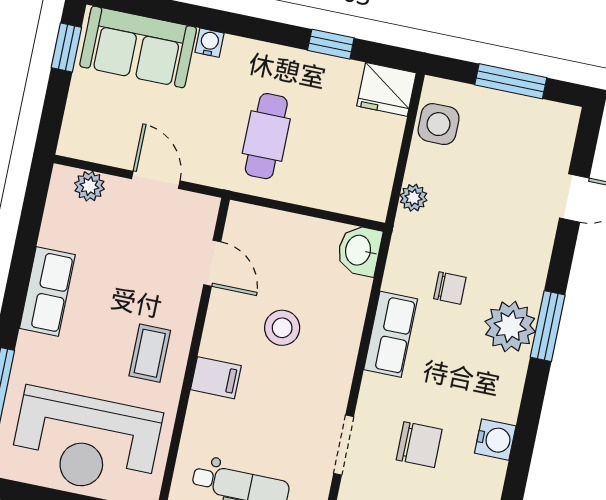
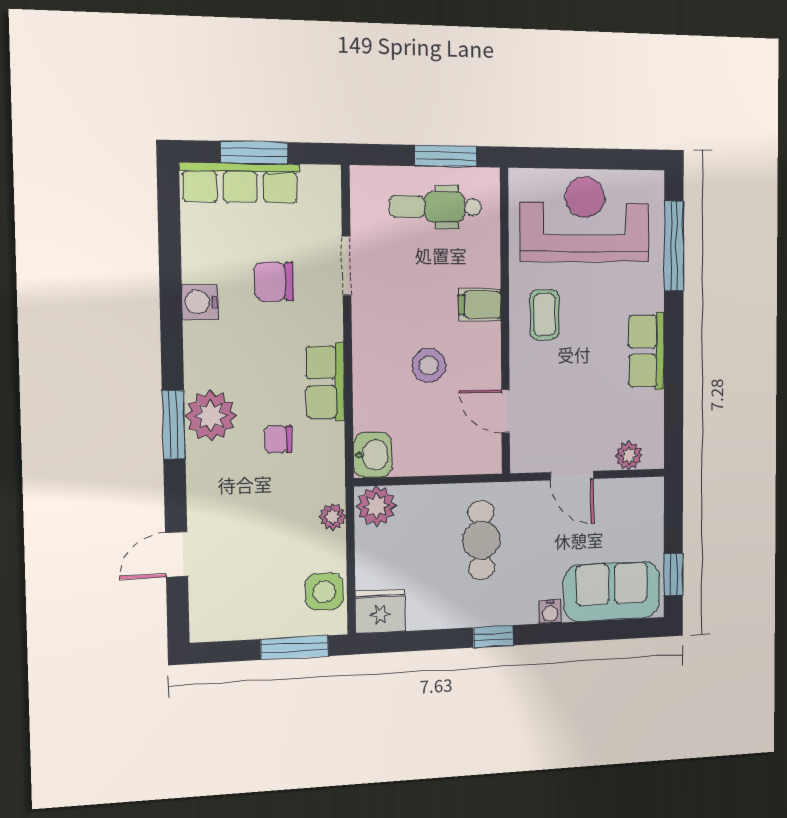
window: (331, 44) -> (493, 636), moved
window: (511, 81) -> (295, 648), moved
plant: (367, 198) -> (376, 506), added

